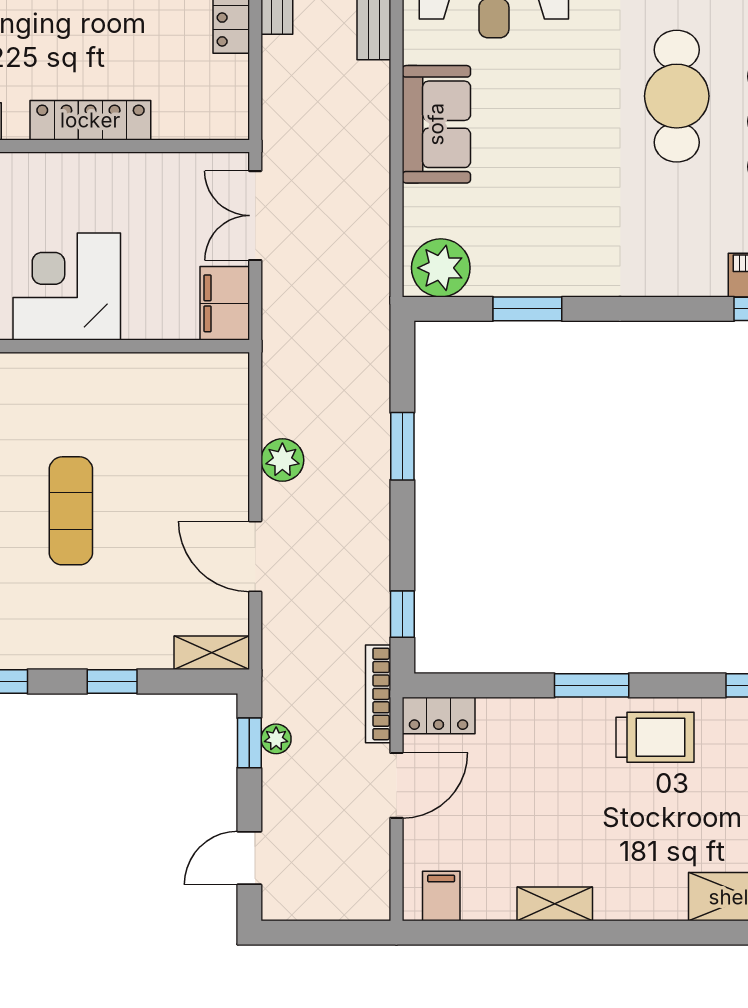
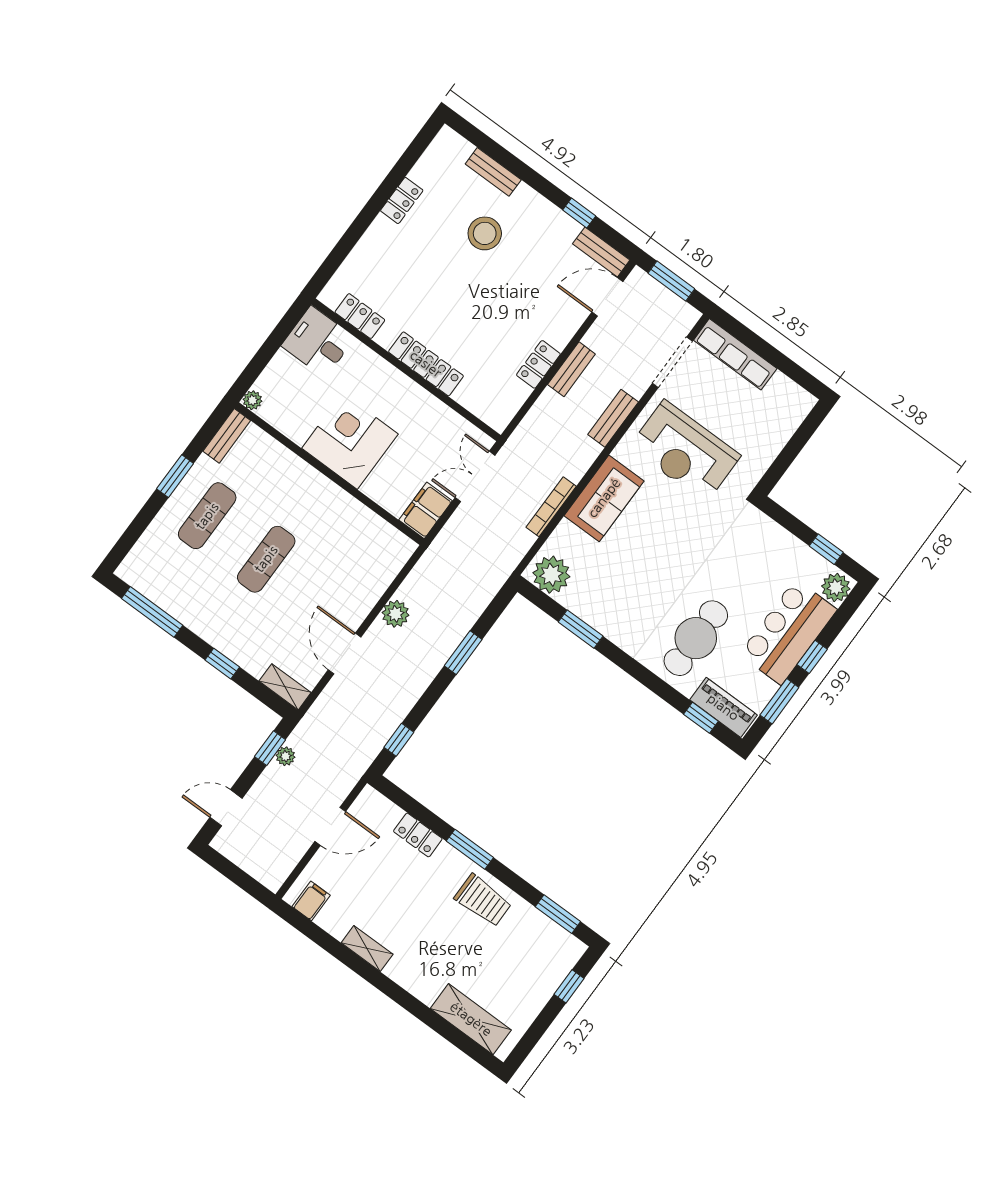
cafe table: (677, 96) -> (696, 638), moved
bookcase: (378, 694) -> (551, 507), moved
locker: (439, 715) -> (418, 835), moved

